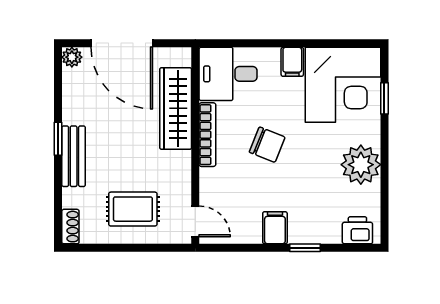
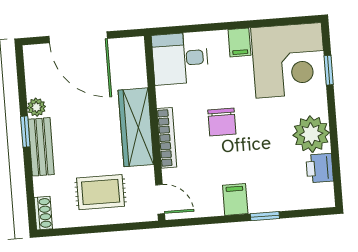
plant: (72, 57) -> (36, 107), moved
wardrobe: (176, 108) -> (136, 127), moved
bookcase: (207, 135) -> (167, 138), moved
chair: (267, 145) -> (222, 122), turned 68
printer: (357, 230) -> (320, 168), moved, turned -90

